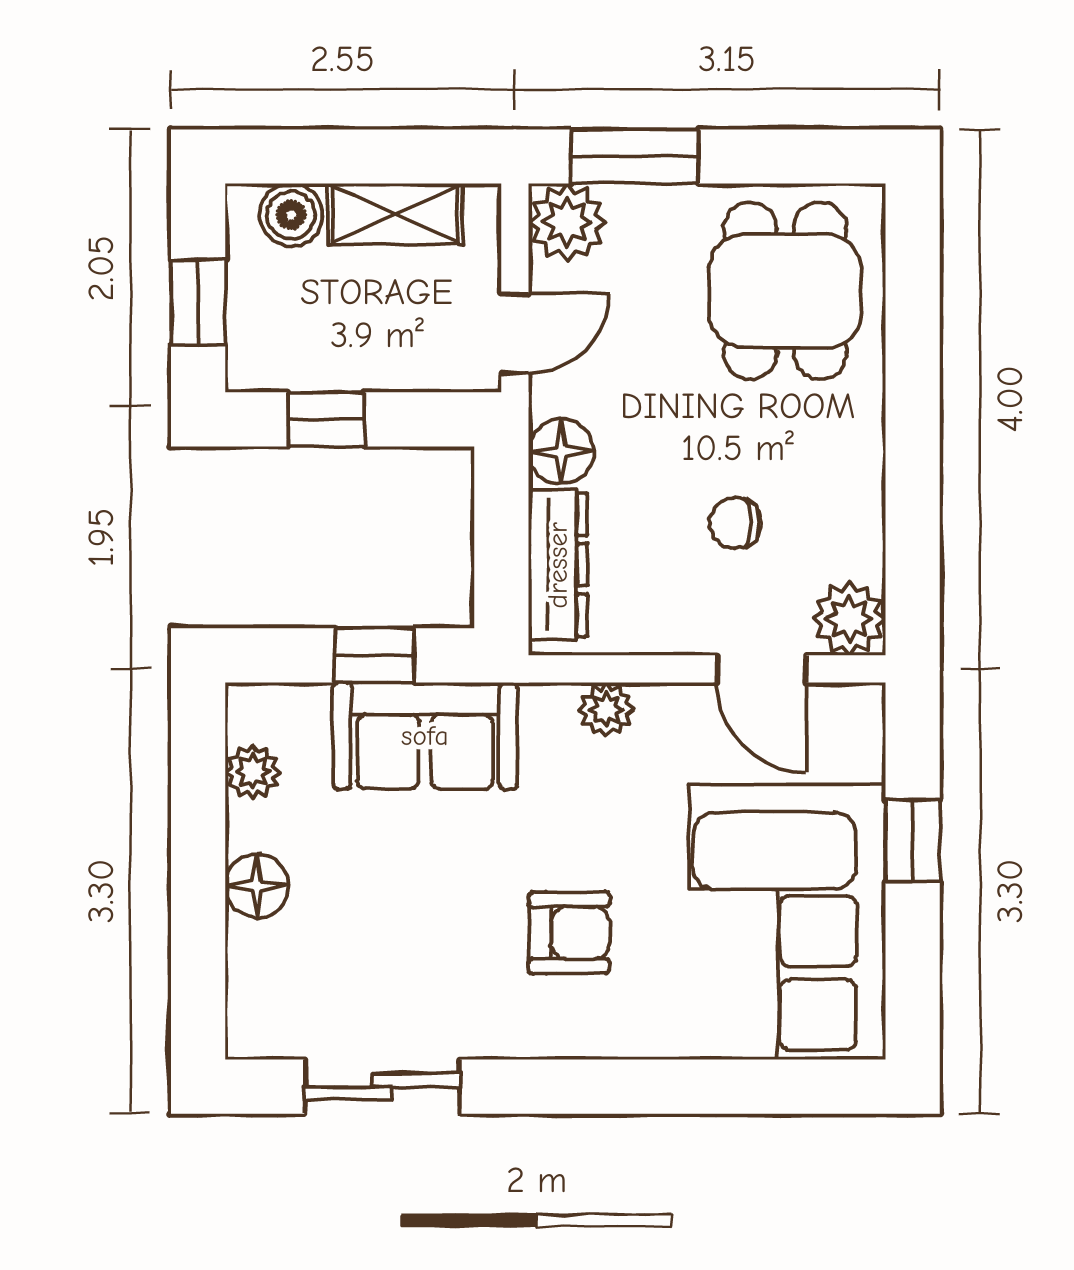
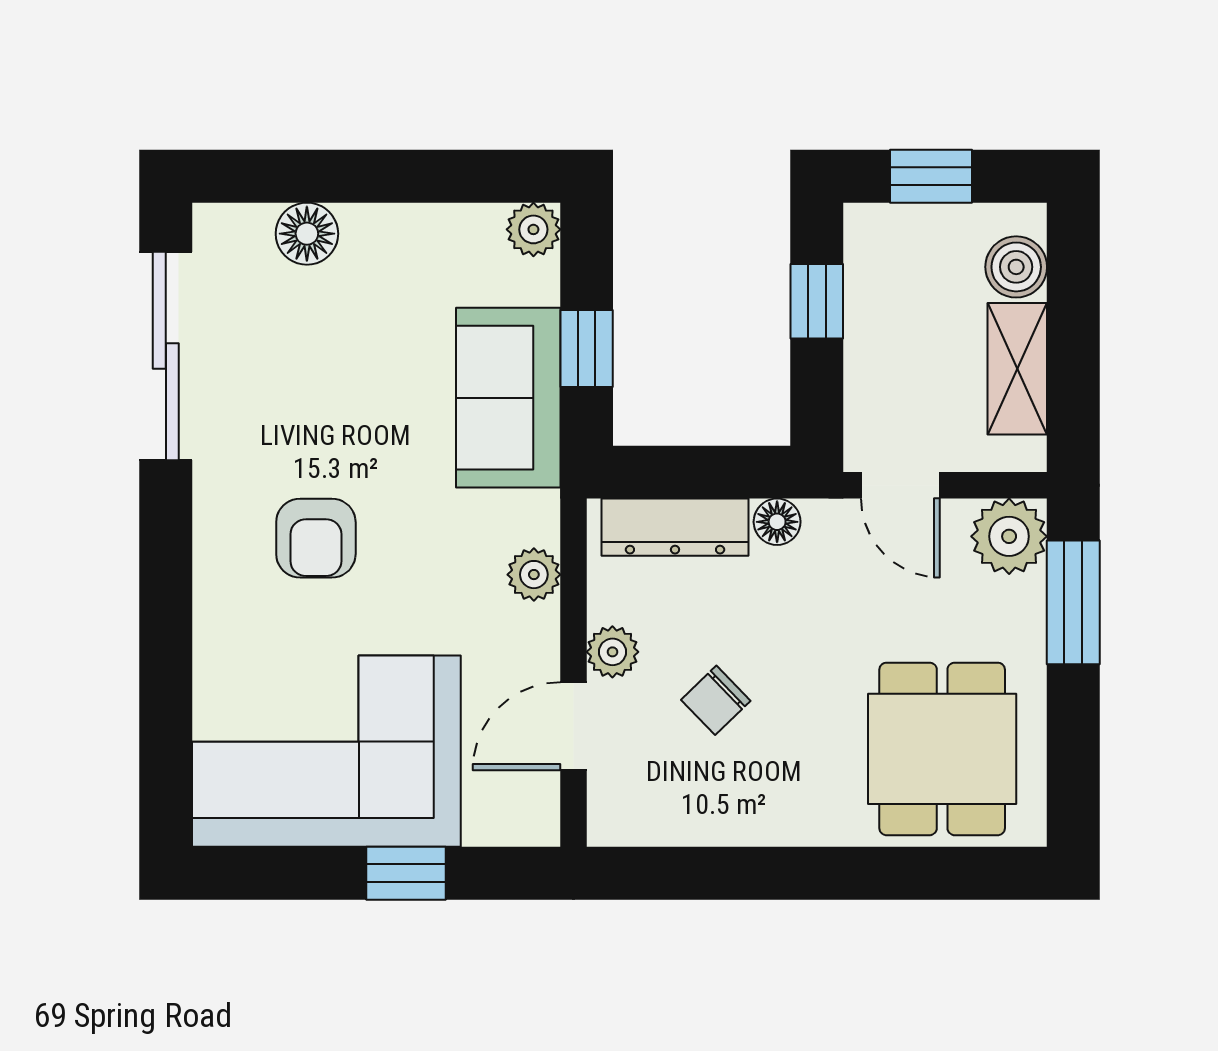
dining table: (785, 291) -> (942, 749), turned 90
floor lamp: (561, 451) -> (777, 522), width x0.73, depth x0.73
chair: (735, 523) -> (716, 700), turned -134
plant: (849, 619) -> (612, 652), moved, width x0.73, depth x0.73
plant: (253, 772) -> (533, 229), moved
floor lamp: (257, 886) -> (307, 234), moved
sliding door: (382, 1087) -> (166, 356), width x1.37

